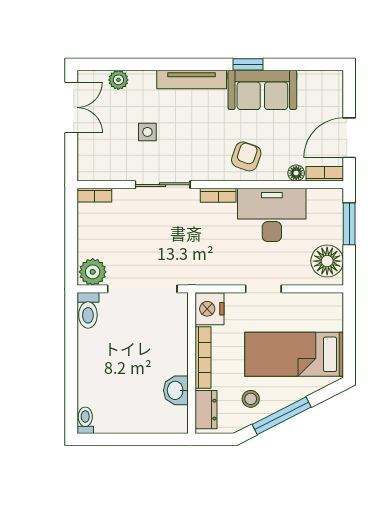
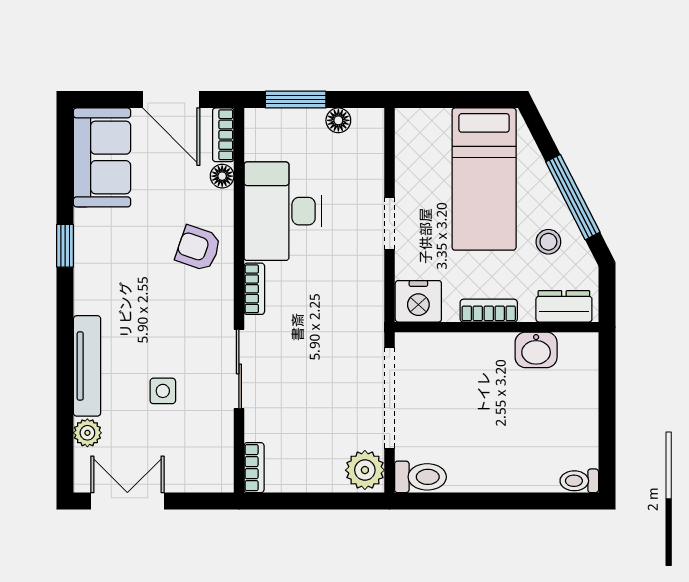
tv unit: (192, 80) -> (87, 366), moved
sofa: (262, 90) -> (102, 157), moved
floor lamp: (327, 261) -> (338, 120), width x0.53, depth x0.53
bookcase: (203, 358) -> (489, 311), width x0.64

